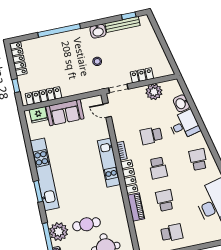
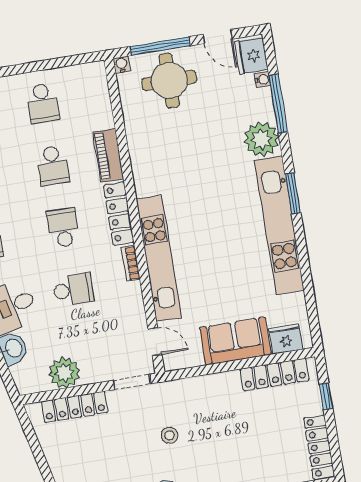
locker: (142, 75) -> (75, 407), width x1.53
kitchen unit: (109, 163) -> (159, 258), width x1.36
cafe table: (87, 224) -> (204, 127), removed
plant: (59, 232) -> (261, 139), moved
school desk: (172, 233) -> (43, 103), turned -90

